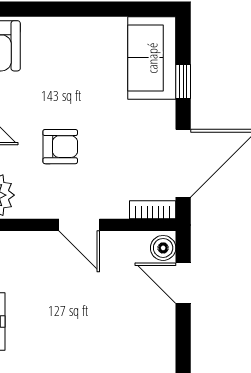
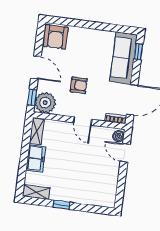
sofa: (152, 58) -> (124, 58), width x1.36
window: (183, 82) -> (138, 52), moved

